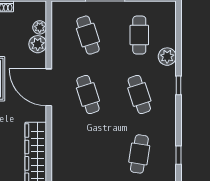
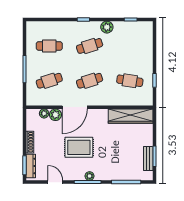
plant: (167, 57) -> (107, 27), moved
door: (49, 87) -> (75, 107), moved
cafe table: (139, 154) -> (130, 81), moved

